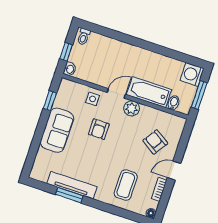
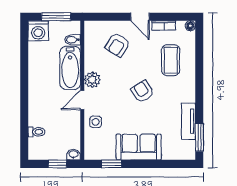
toilet: (84, 37) -> (36, 132), moved
door: (116, 93) -> (82, 100), hinge flipped
armchair: (99, 129) -> (143, 92), moved, turned -123
tv unit: (72, 185) -> (189, 121), width x0.71
coffee table: (126, 185) -> (171, 60), turned 90
window: (69, 195) -> (199, 137), moved

